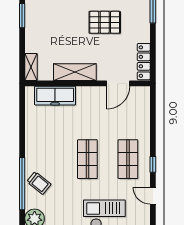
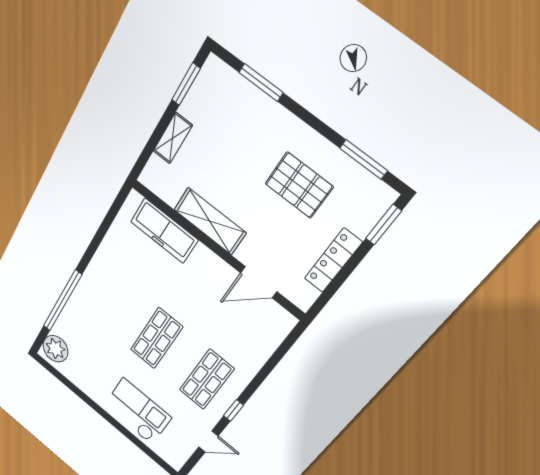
locker: (144, 62) -> (333, 260), moved
shelving: (31, 67) -> (173, 138), moved
trolley: (39, 183) -> (82, 316), removed
door: (153, 196) -> (208, 441), swing flipped

